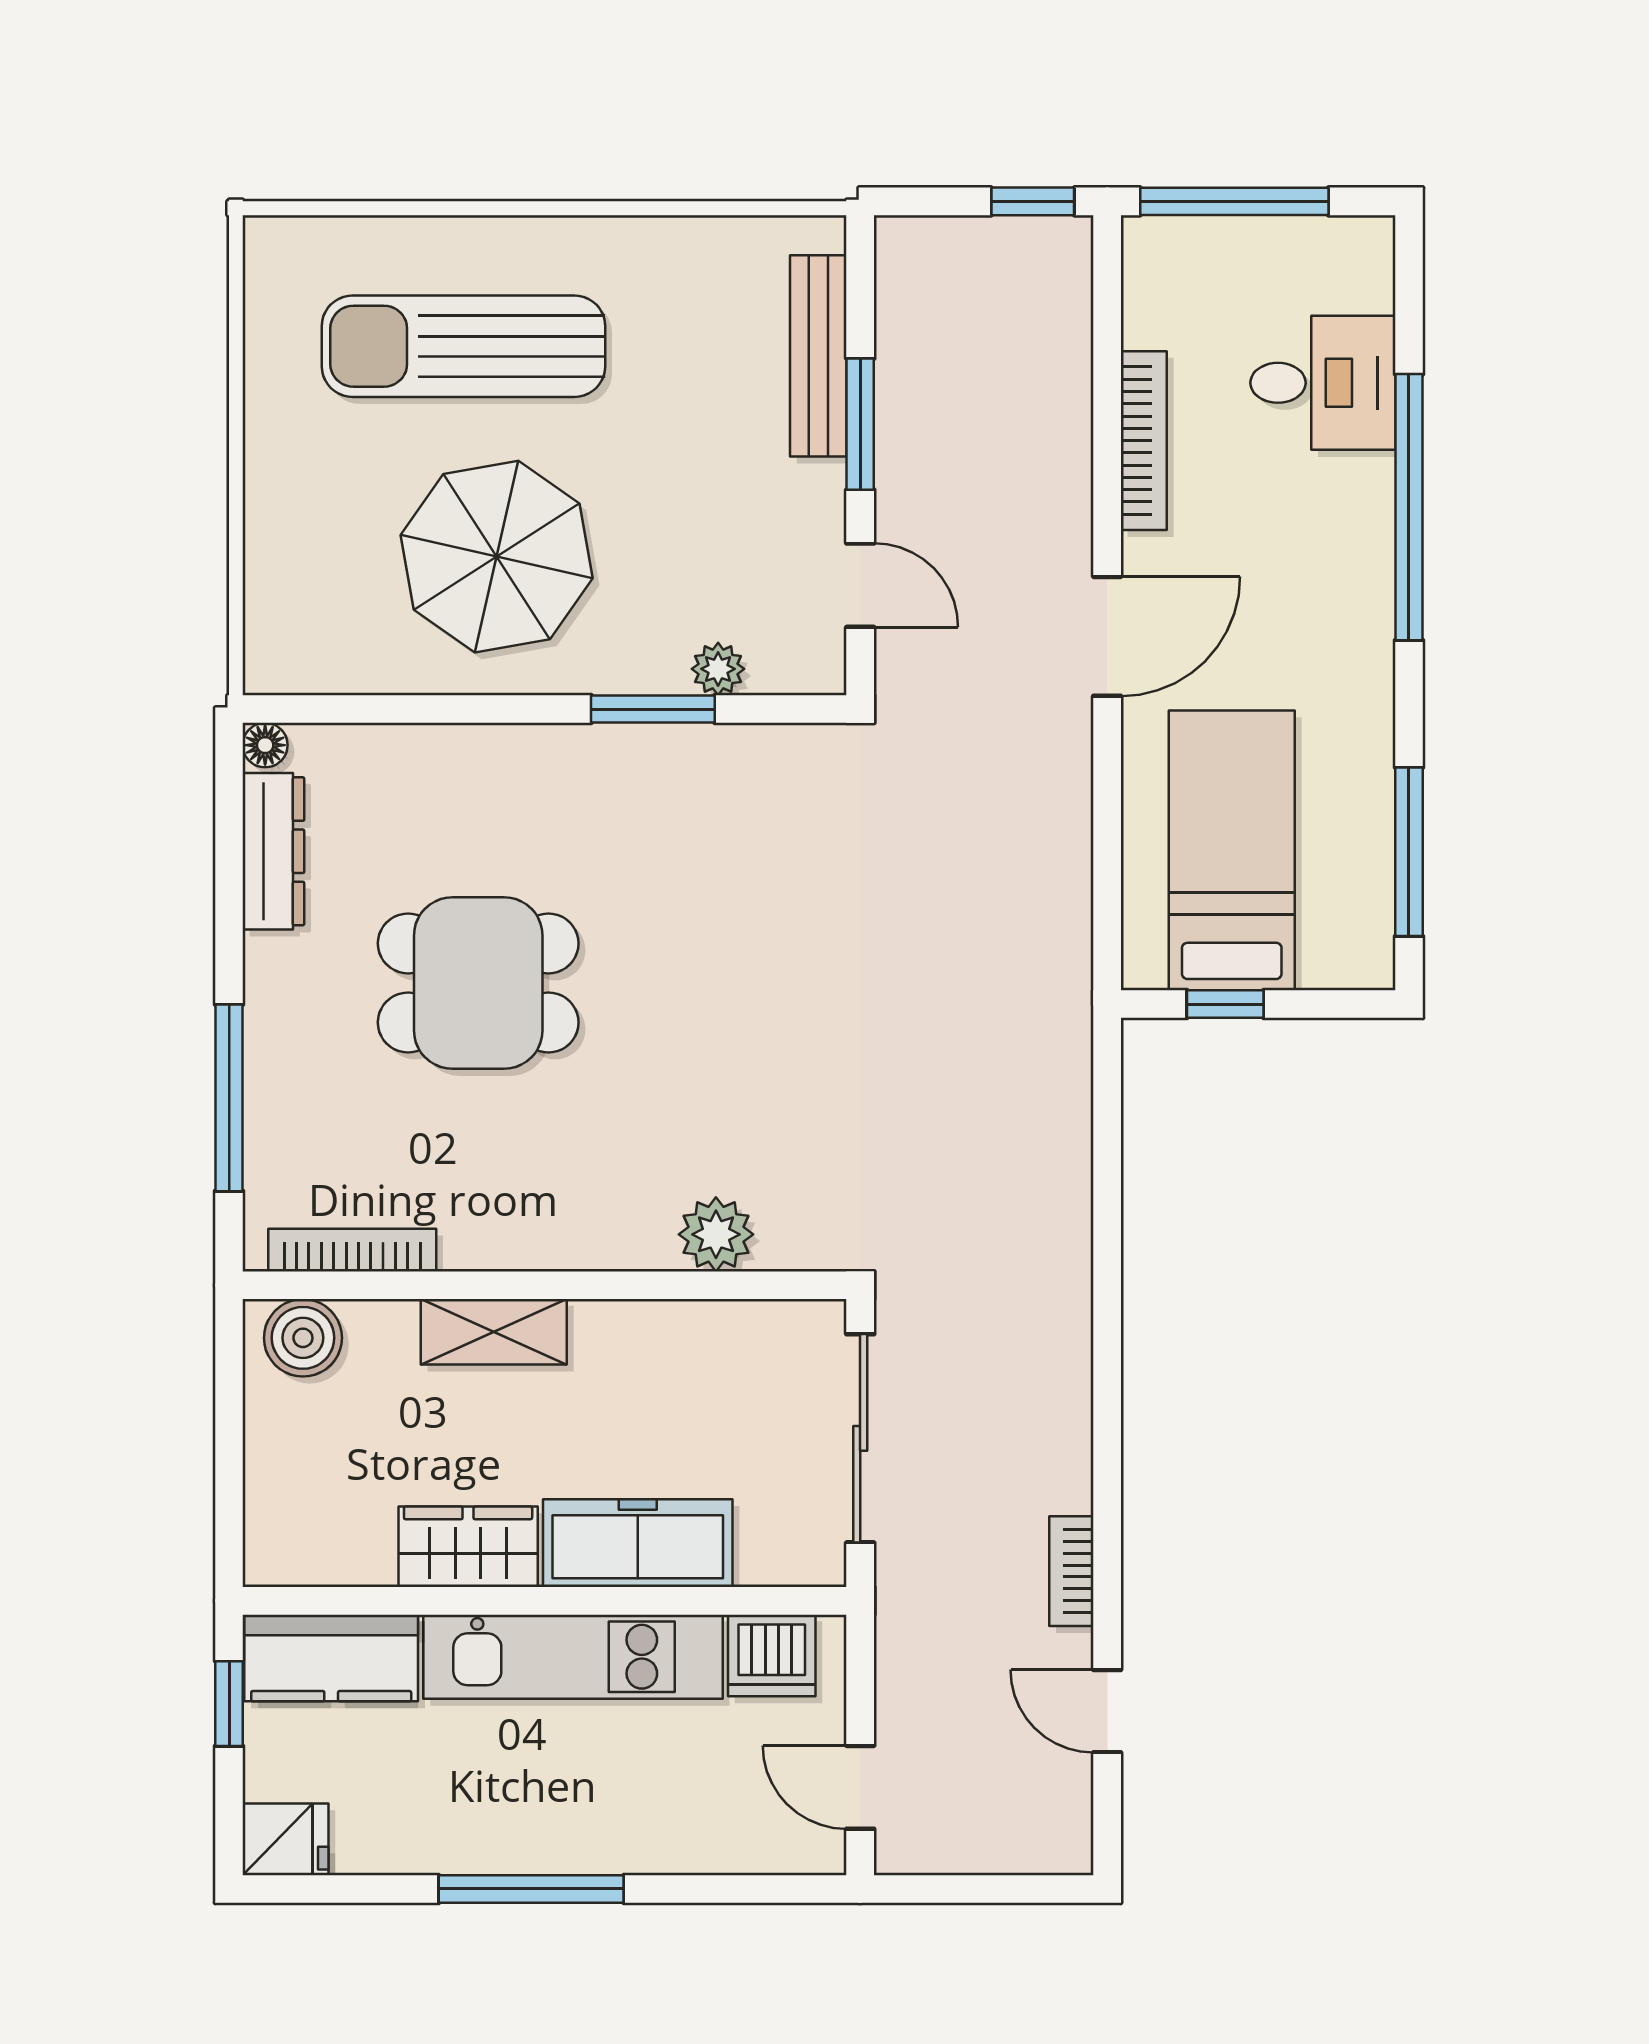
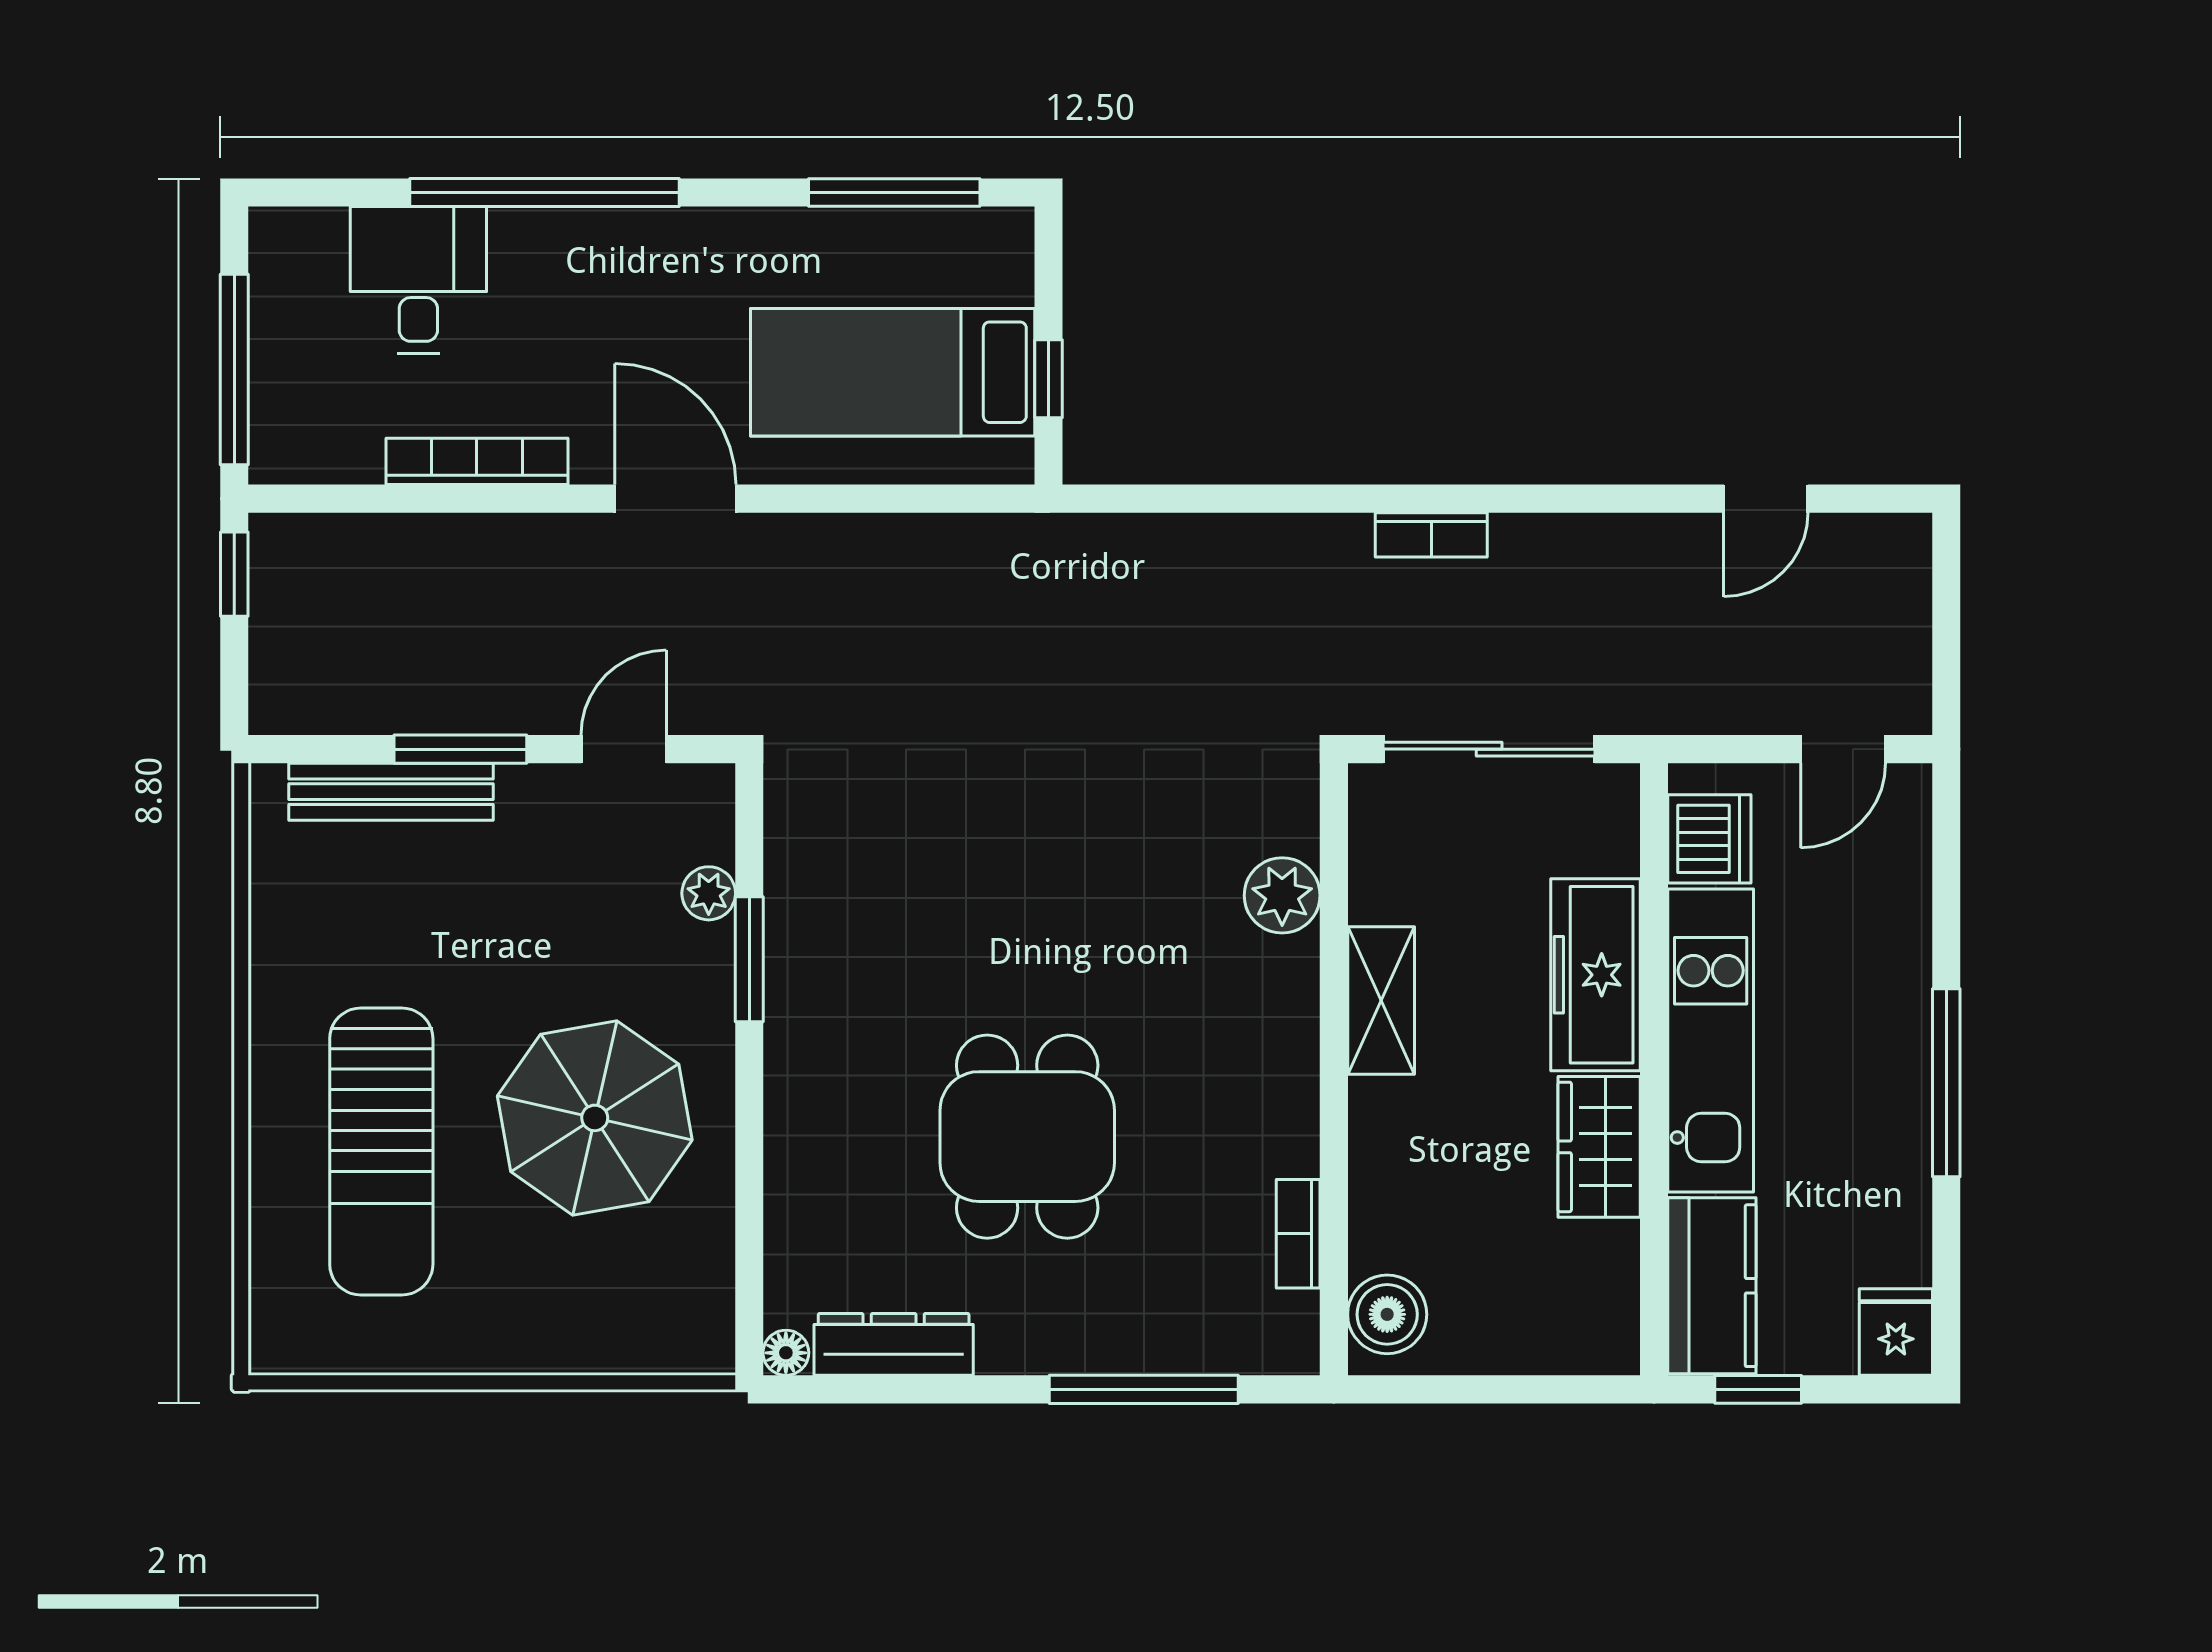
bookcase: (352, 1250) -> (1298, 1234), width x0.64
shelving: (494, 1332) -> (1381, 1001), moved
bookcase: (1071, 1571) -> (1431, 535), moved

